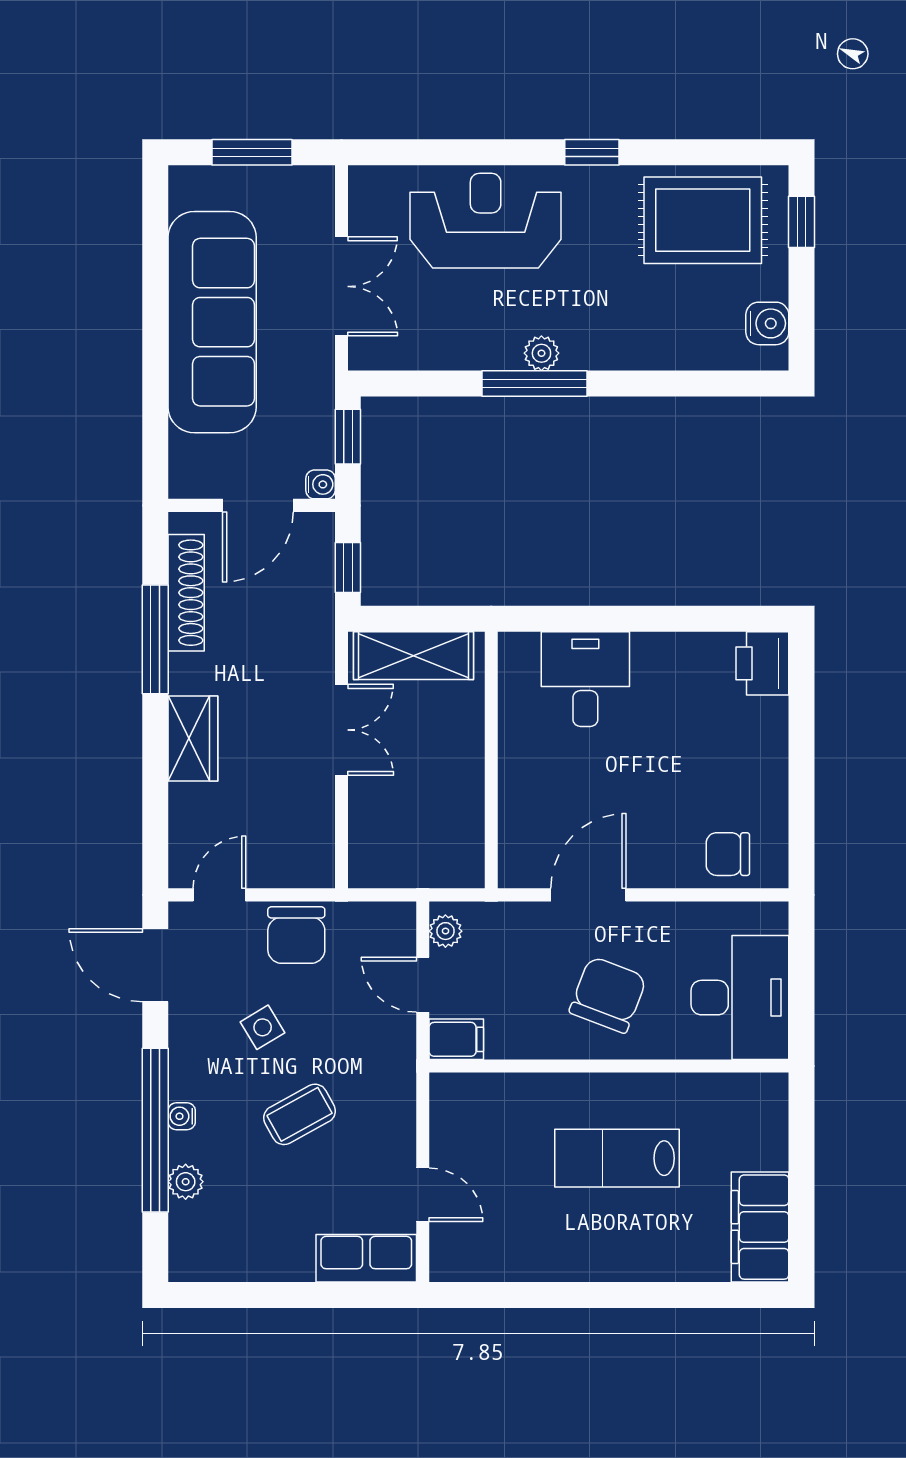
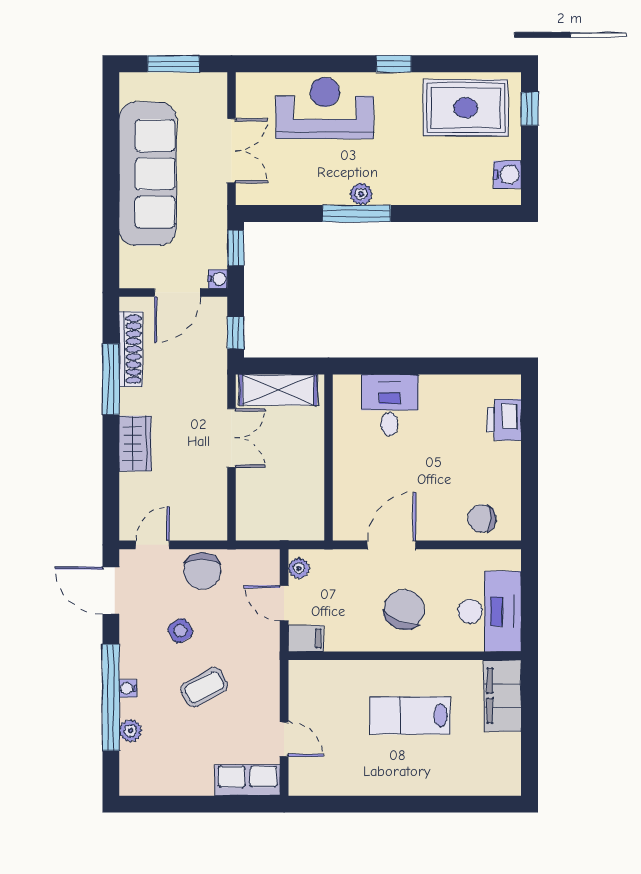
printer: (762, 663) -> (504, 420), moved
filing cabinet: (760, 1227) -> (503, 696), moved

